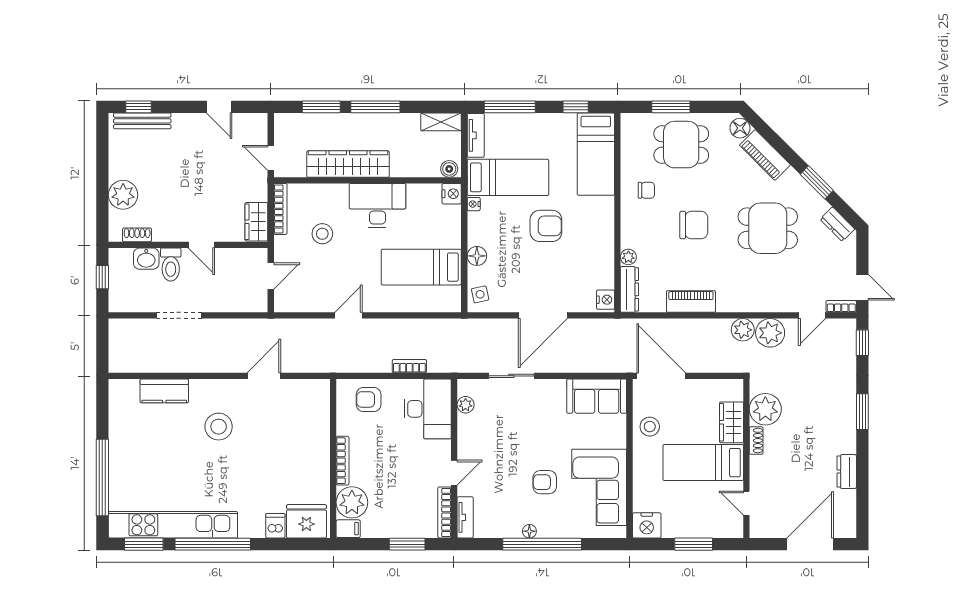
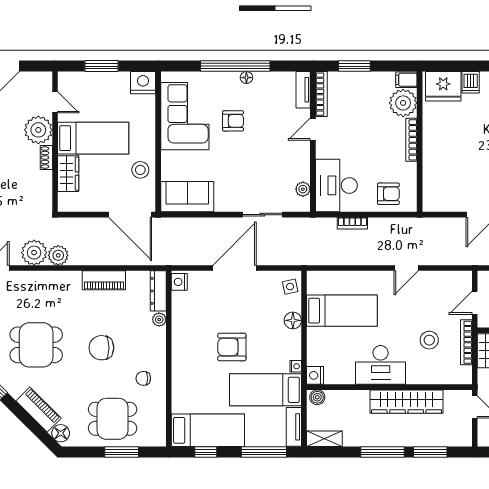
bed: (596, 154) -> (208, 430), moved, turned 90
bookcase: (280, 209) -> (466, 342), moved
plant: (765, 409) -> (38, 130), moved

